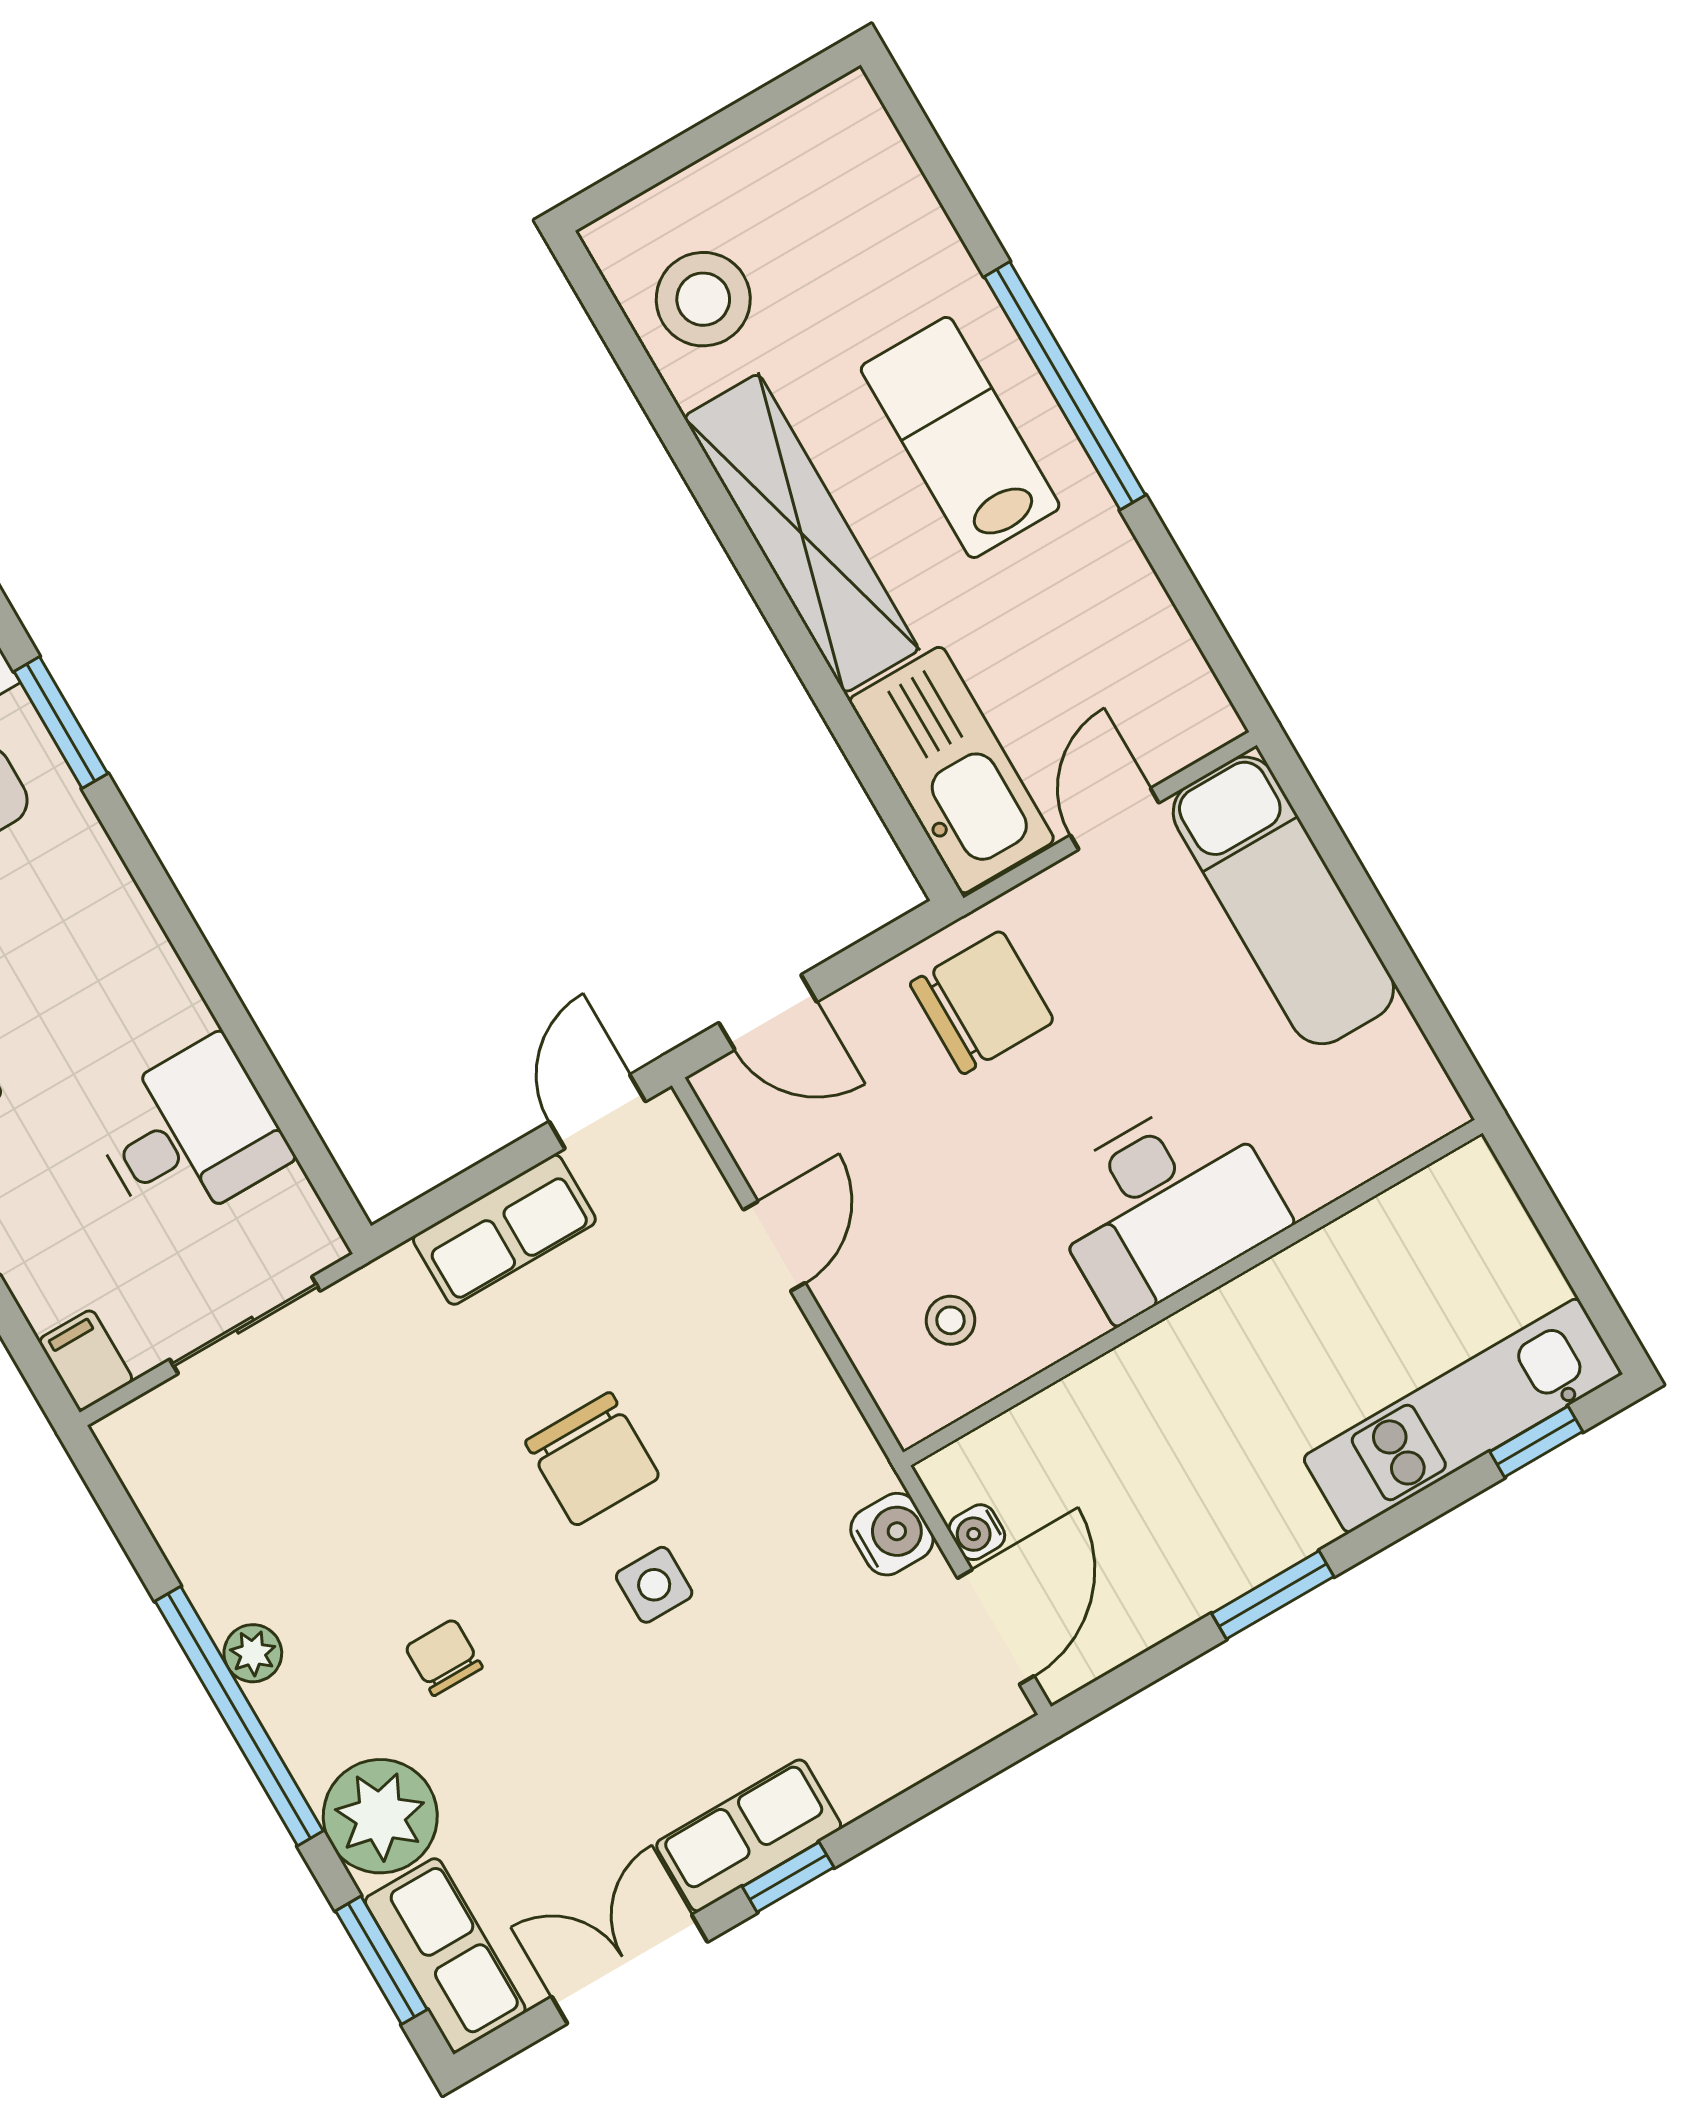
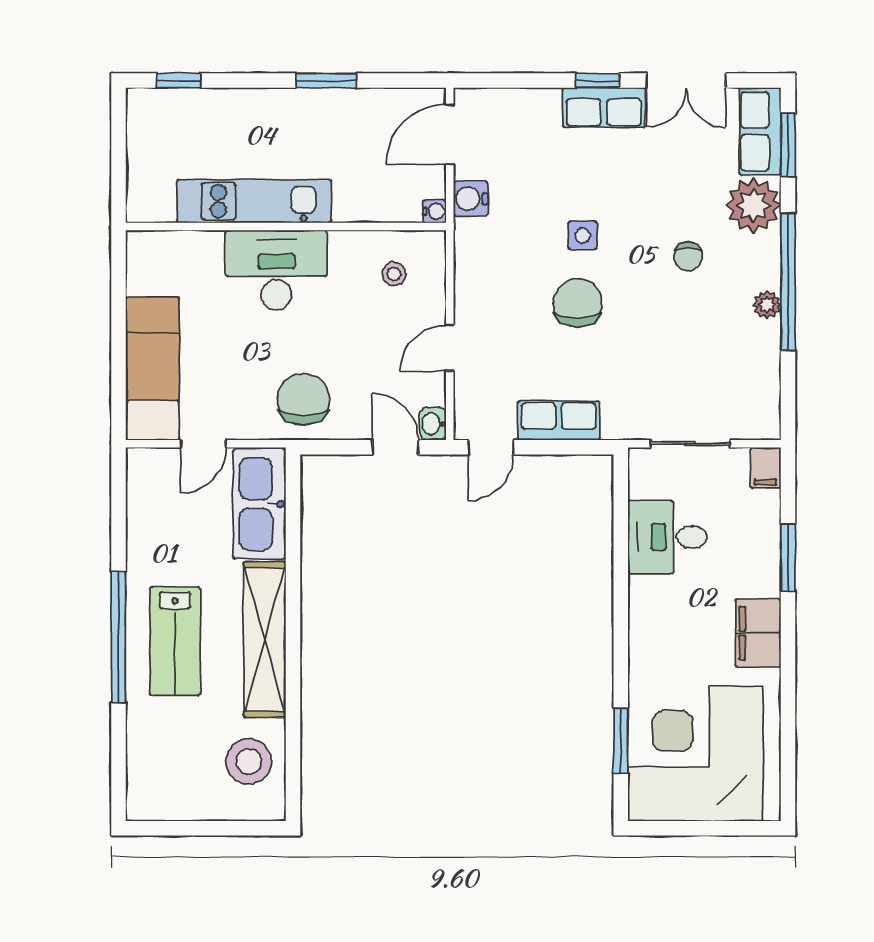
chair: (982, 1002) -> (303, 399), turned 90
washbasin: (725, 1093) -> (433, 424), added
kitchen unit: (1462, 1416) -> (254, 201), moved, turned 180
water cooler: (977, 1532) -> (435, 211), moved

